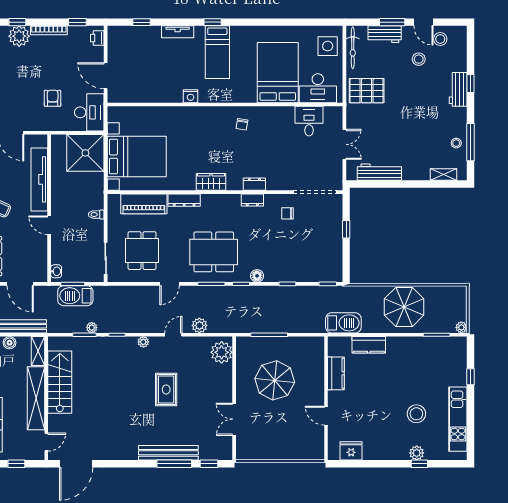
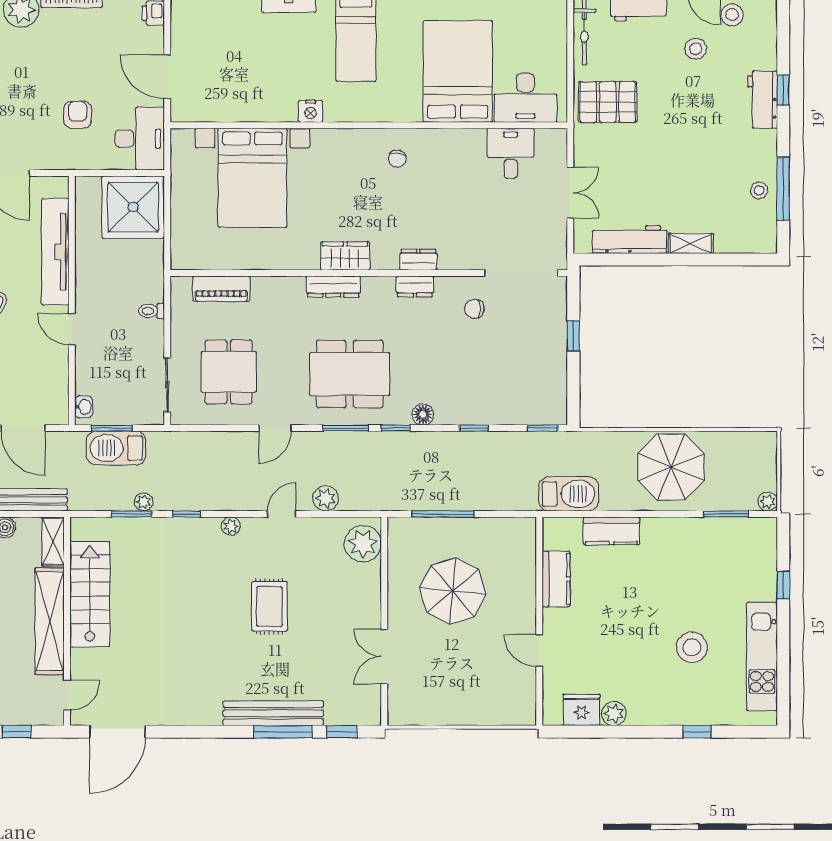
side table: (328, 46) -> (542, 27), removed
bed with nightstands: (137, 157) -> (252, 178), moved, turned 90
shelving: (444, 175) -> (691, 243), moved
dresser: (184, 200) -> (333, 287), moved
piano: (144, 204) -> (221, 289), width x0.73, depth x0.75
plant: (417, 453) -> (614, 714), moved

